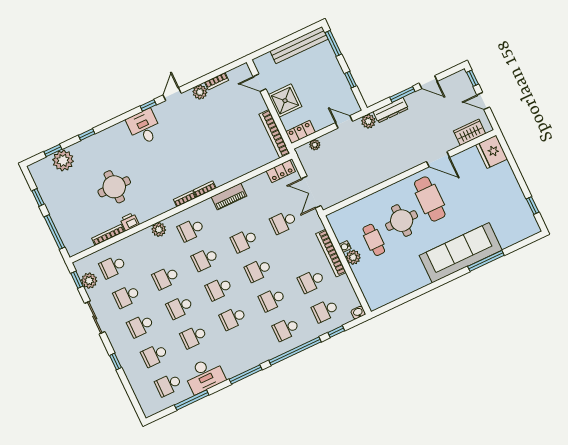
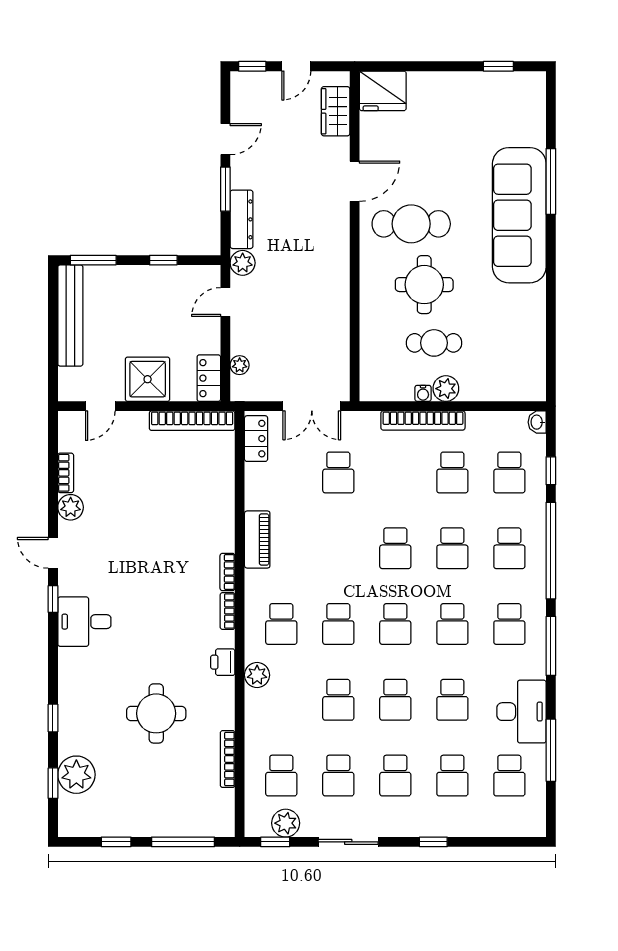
printer: (130, 222) -> (223, 662), moved
school desk: (244, 241) -> (509, 624), moved

